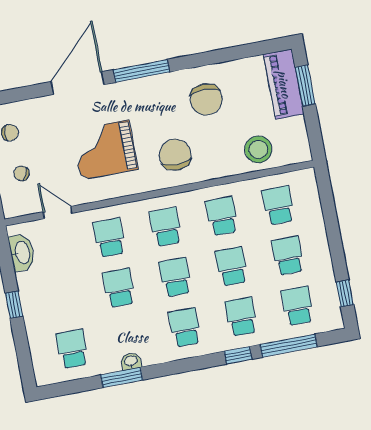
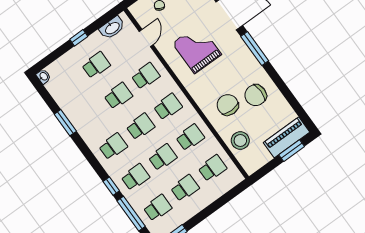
chair: (175, 155) -> (228, 105), moved, turned -90
school desk: (72, 349) -> (96, 65), moved
washbasin: (131, 361) -> (44, 76), moved

